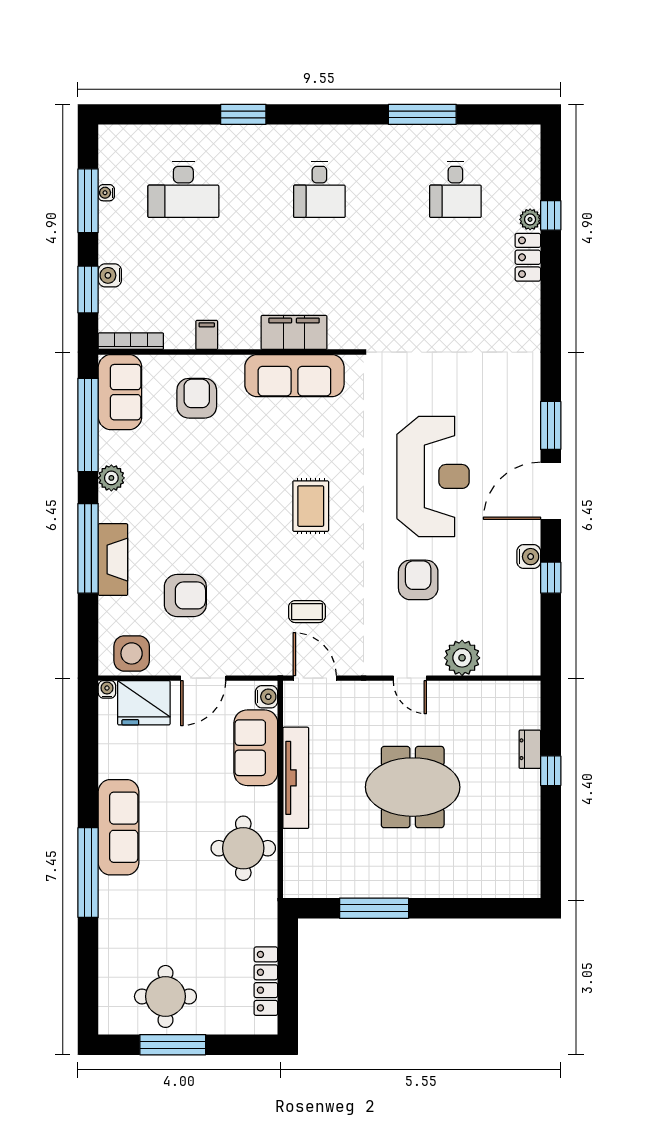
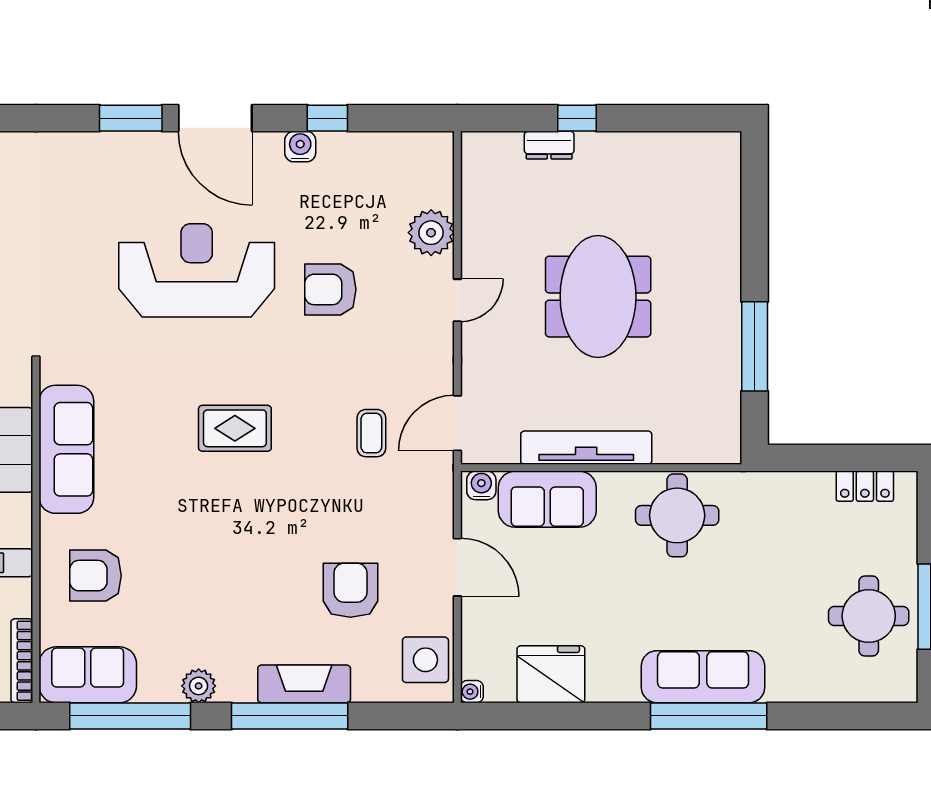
fridge: (144, 703) -> (551, 674), moved, turned -90
sofa: (118, 827) -> (703, 677), moved
locker: (266, 981) -> (865, 486), width x0.66

